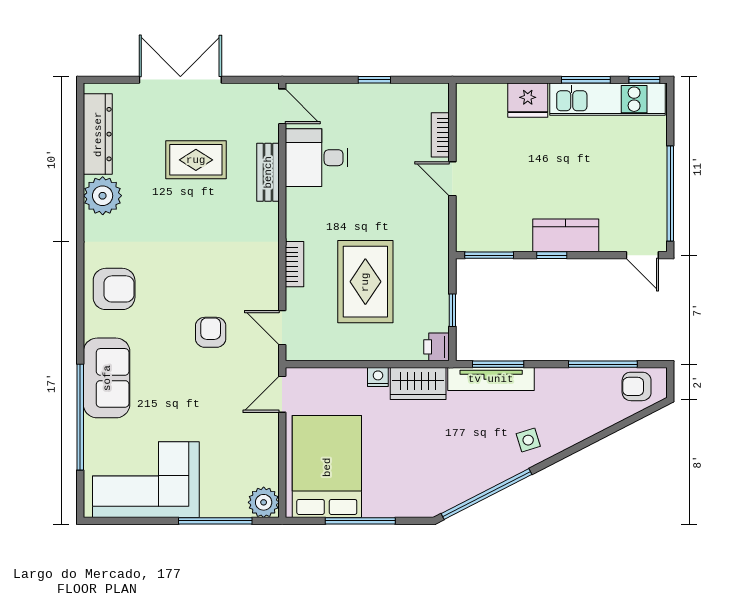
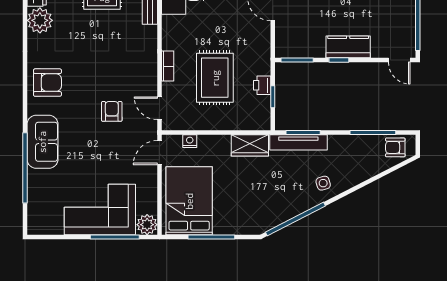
printer: (436, 347) -> (262, 85), moved
nightstand: (378, 377) -> (190, 141), moved
corner sofa: (146, 480) -> (100, 210), moved

